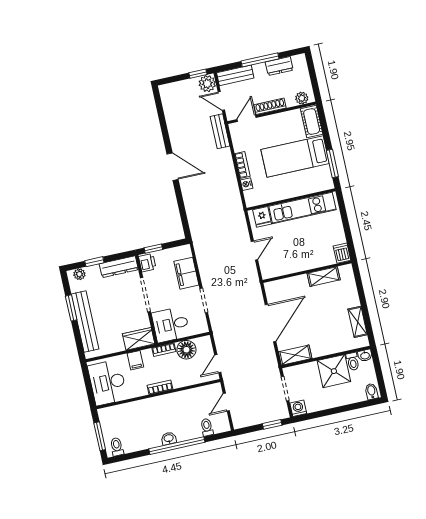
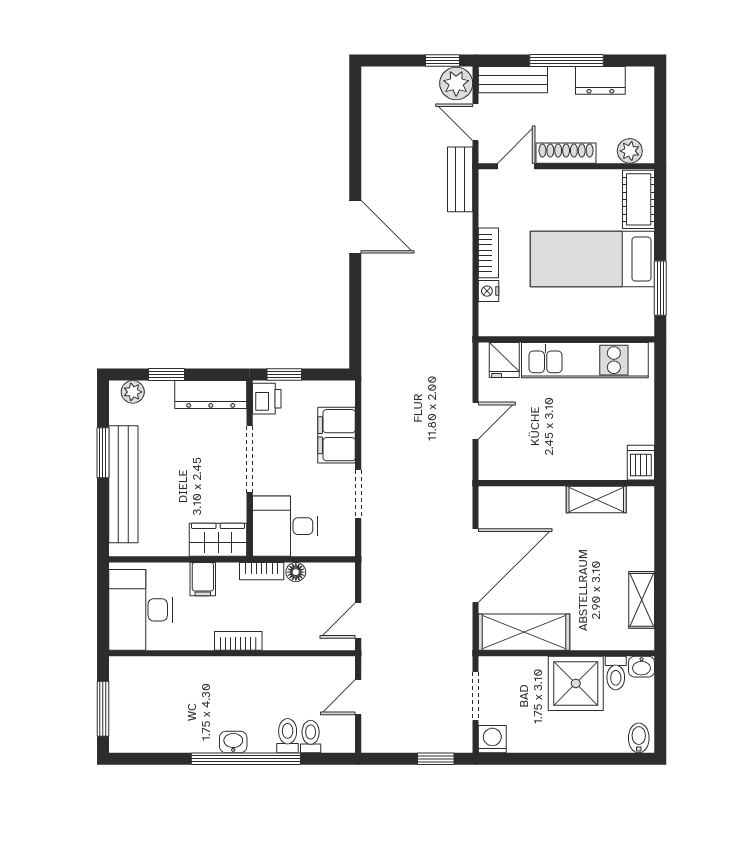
floor lamp: (186, 350) -> (296, 572), width x0.53, depth x0.53
shelving: (295, 355) -> (524, 632), width x1.50, depth x1.33
toilet: (117, 447) -> (288, 736), moved

